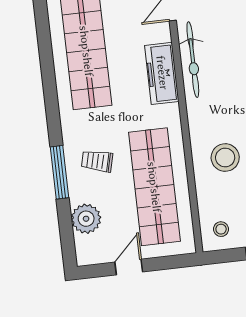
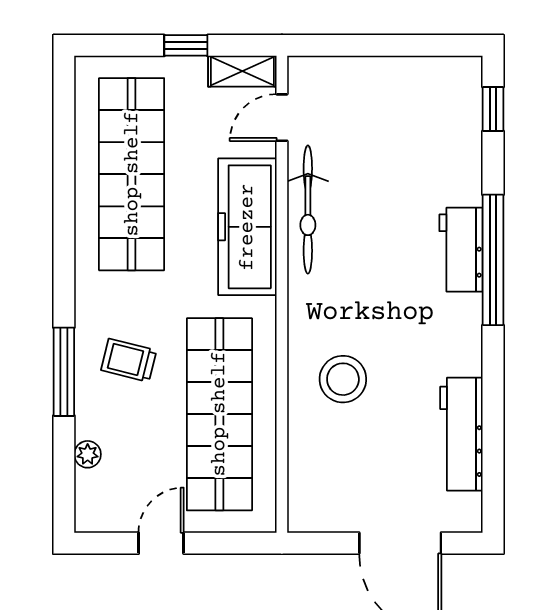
freezer: (162, 73) -> (247, 227), width x1.36, depth x1.26
plant: (86, 219) -> (88, 454), width x0.53, depth x0.53
stool: (221, 229) -> (322, 498), removed

